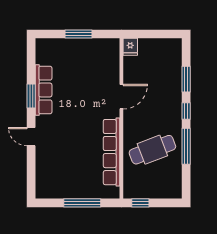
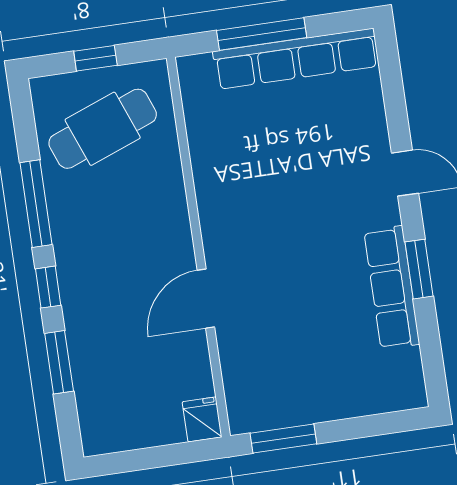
window: (78, 34) -> (283, 438), moved
cafe table: (152, 150) -> (103, 129), moved
row of seats: (112, 152) -> (296, 59), moved, turned 90
window: (140, 203) -> (95, 58), moved

